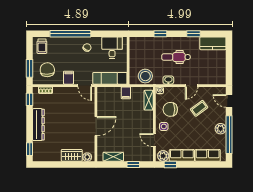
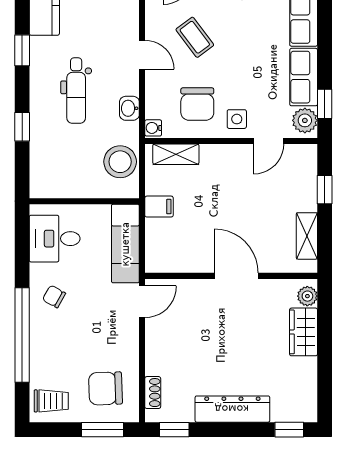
filing cabinet: (69, 78) -> (124, 339), removed

